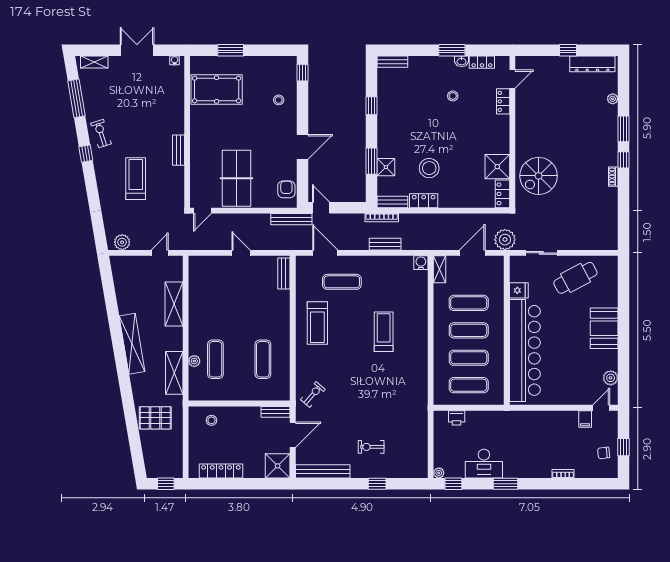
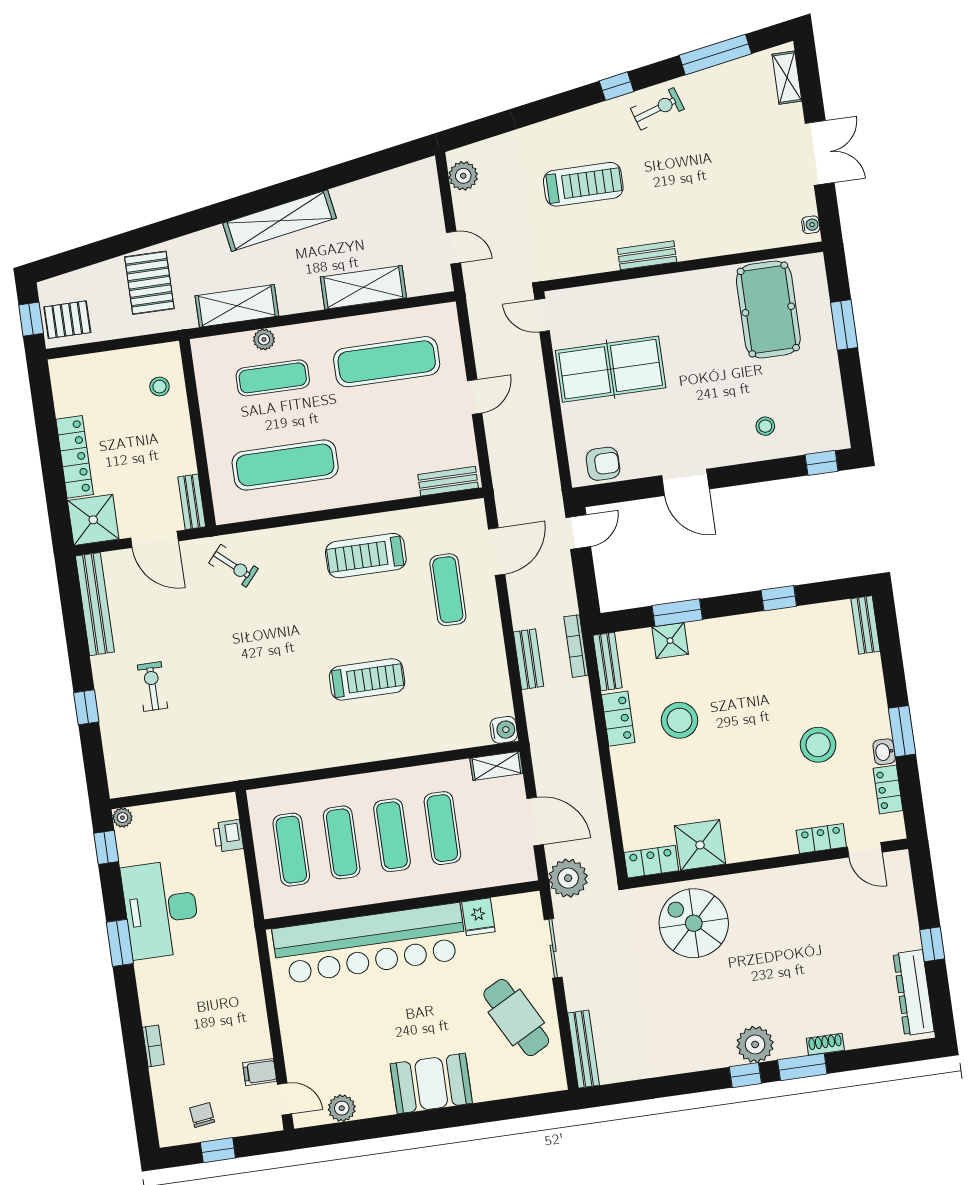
stool: (453, 96) -> (818, 745), width x1.89, depth x1.89
plant: (613, 99) -> (755, 1044), moved, width x1.87, depth x1.87
shoe rack: (613, 177) -> (825, 1044), moved
bench: (291, 219) -> (584, 1049), moved
exercise mat: (215, 297) -> (387, 362), added
exercise mat: (263, 359) -> (285, 465), width x1.36, depth x1.45
desk: (484, 464) -> (161, 909), width x1.36, depth x1.30
pallet: (169, 465) -> (67, 320), added
locker: (221, 471) -> (75, 457), moved

